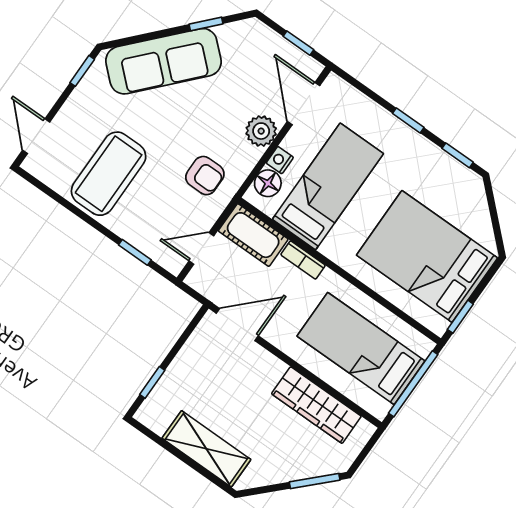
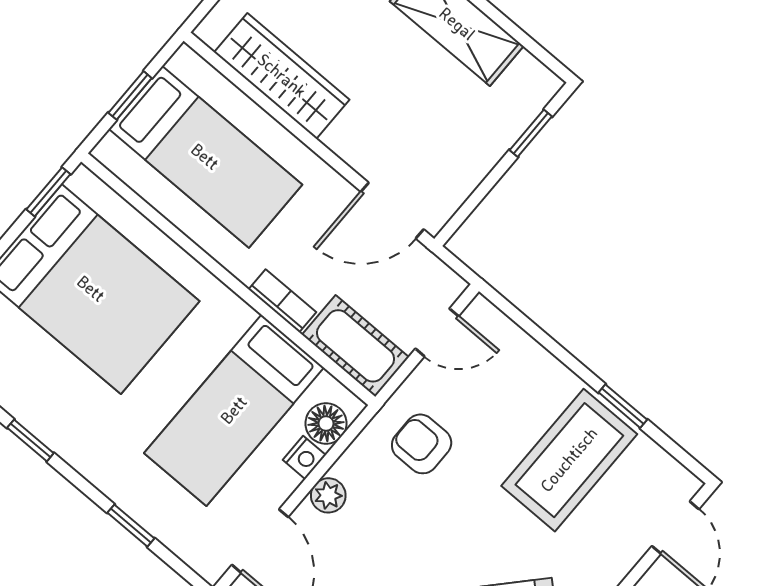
window: (408, 120) -> (131, 526), moved
plant: (261, 131) -> (328, 495), width x0.73, depth x0.73
window: (135, 252) -> (623, 406), moved
window: (413, 384) -> (130, 95), width x0.46

